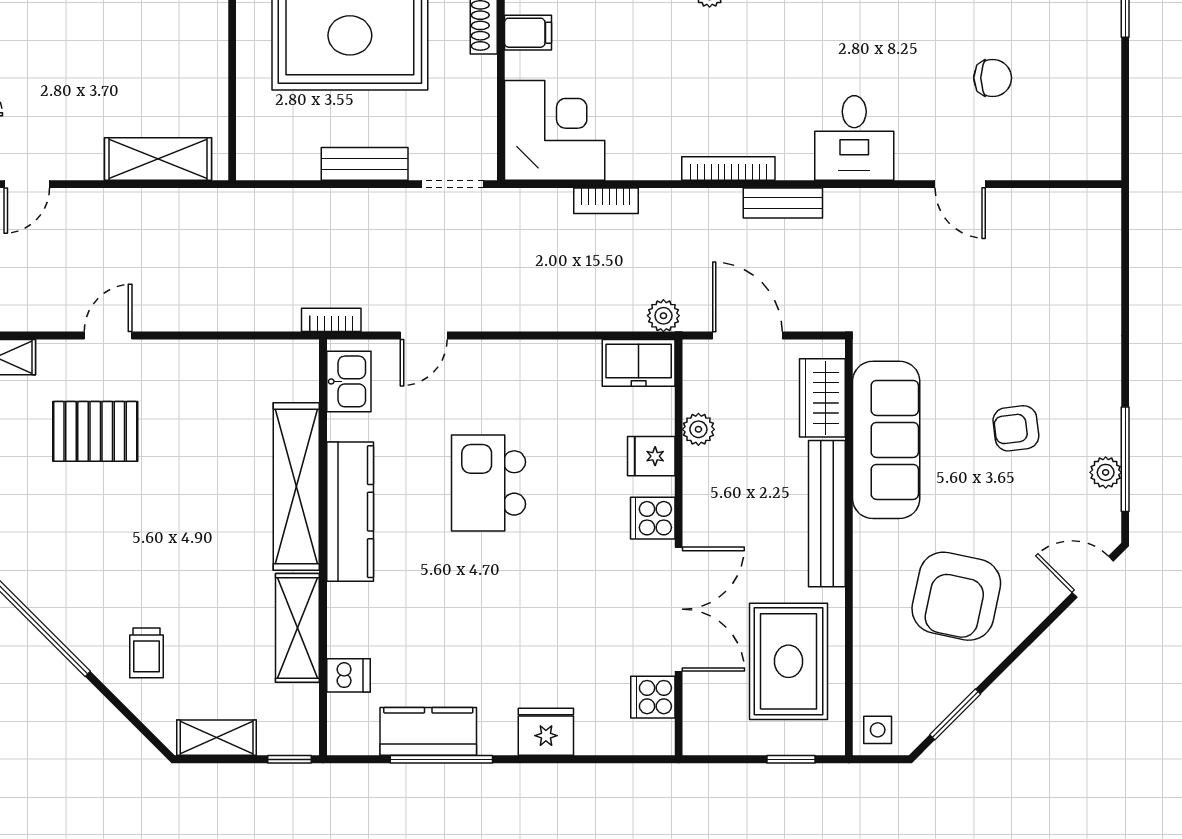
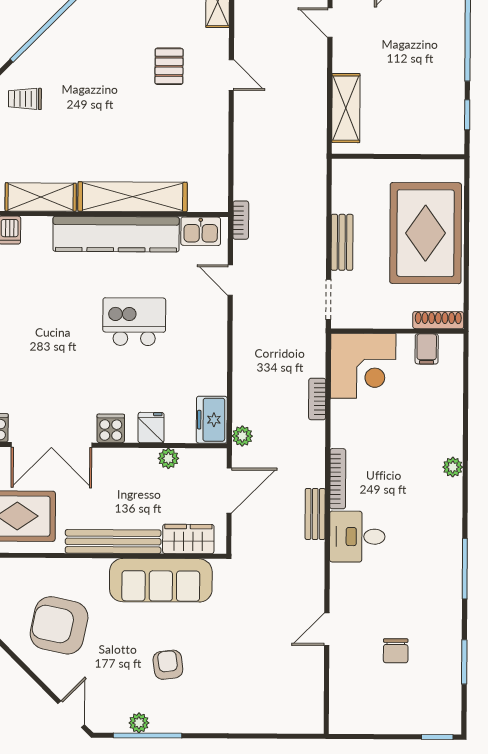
desk: (854, 138) -> (357, 537), moved
pallet: (95, 431) -> (169, 66), width x0.67, depth x0.71
kitchen counter: (350, 512) -> (116, 234), width x1.39, depth x1.17

